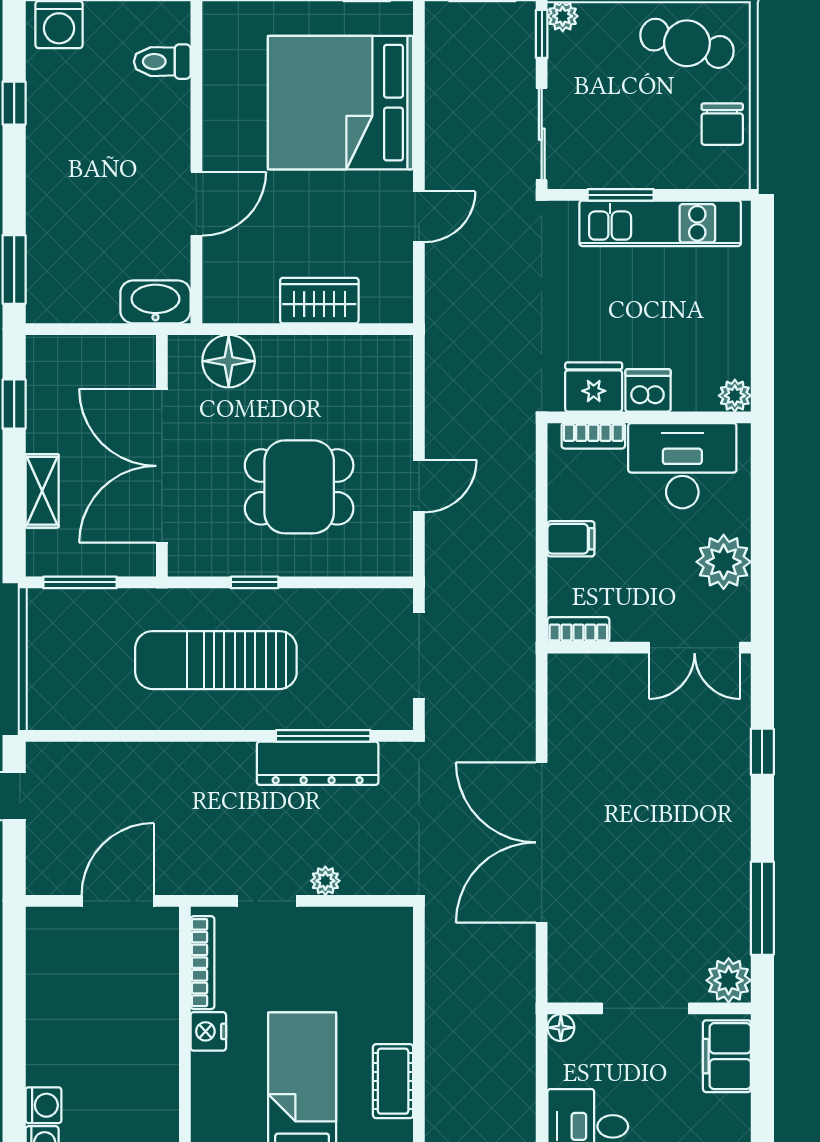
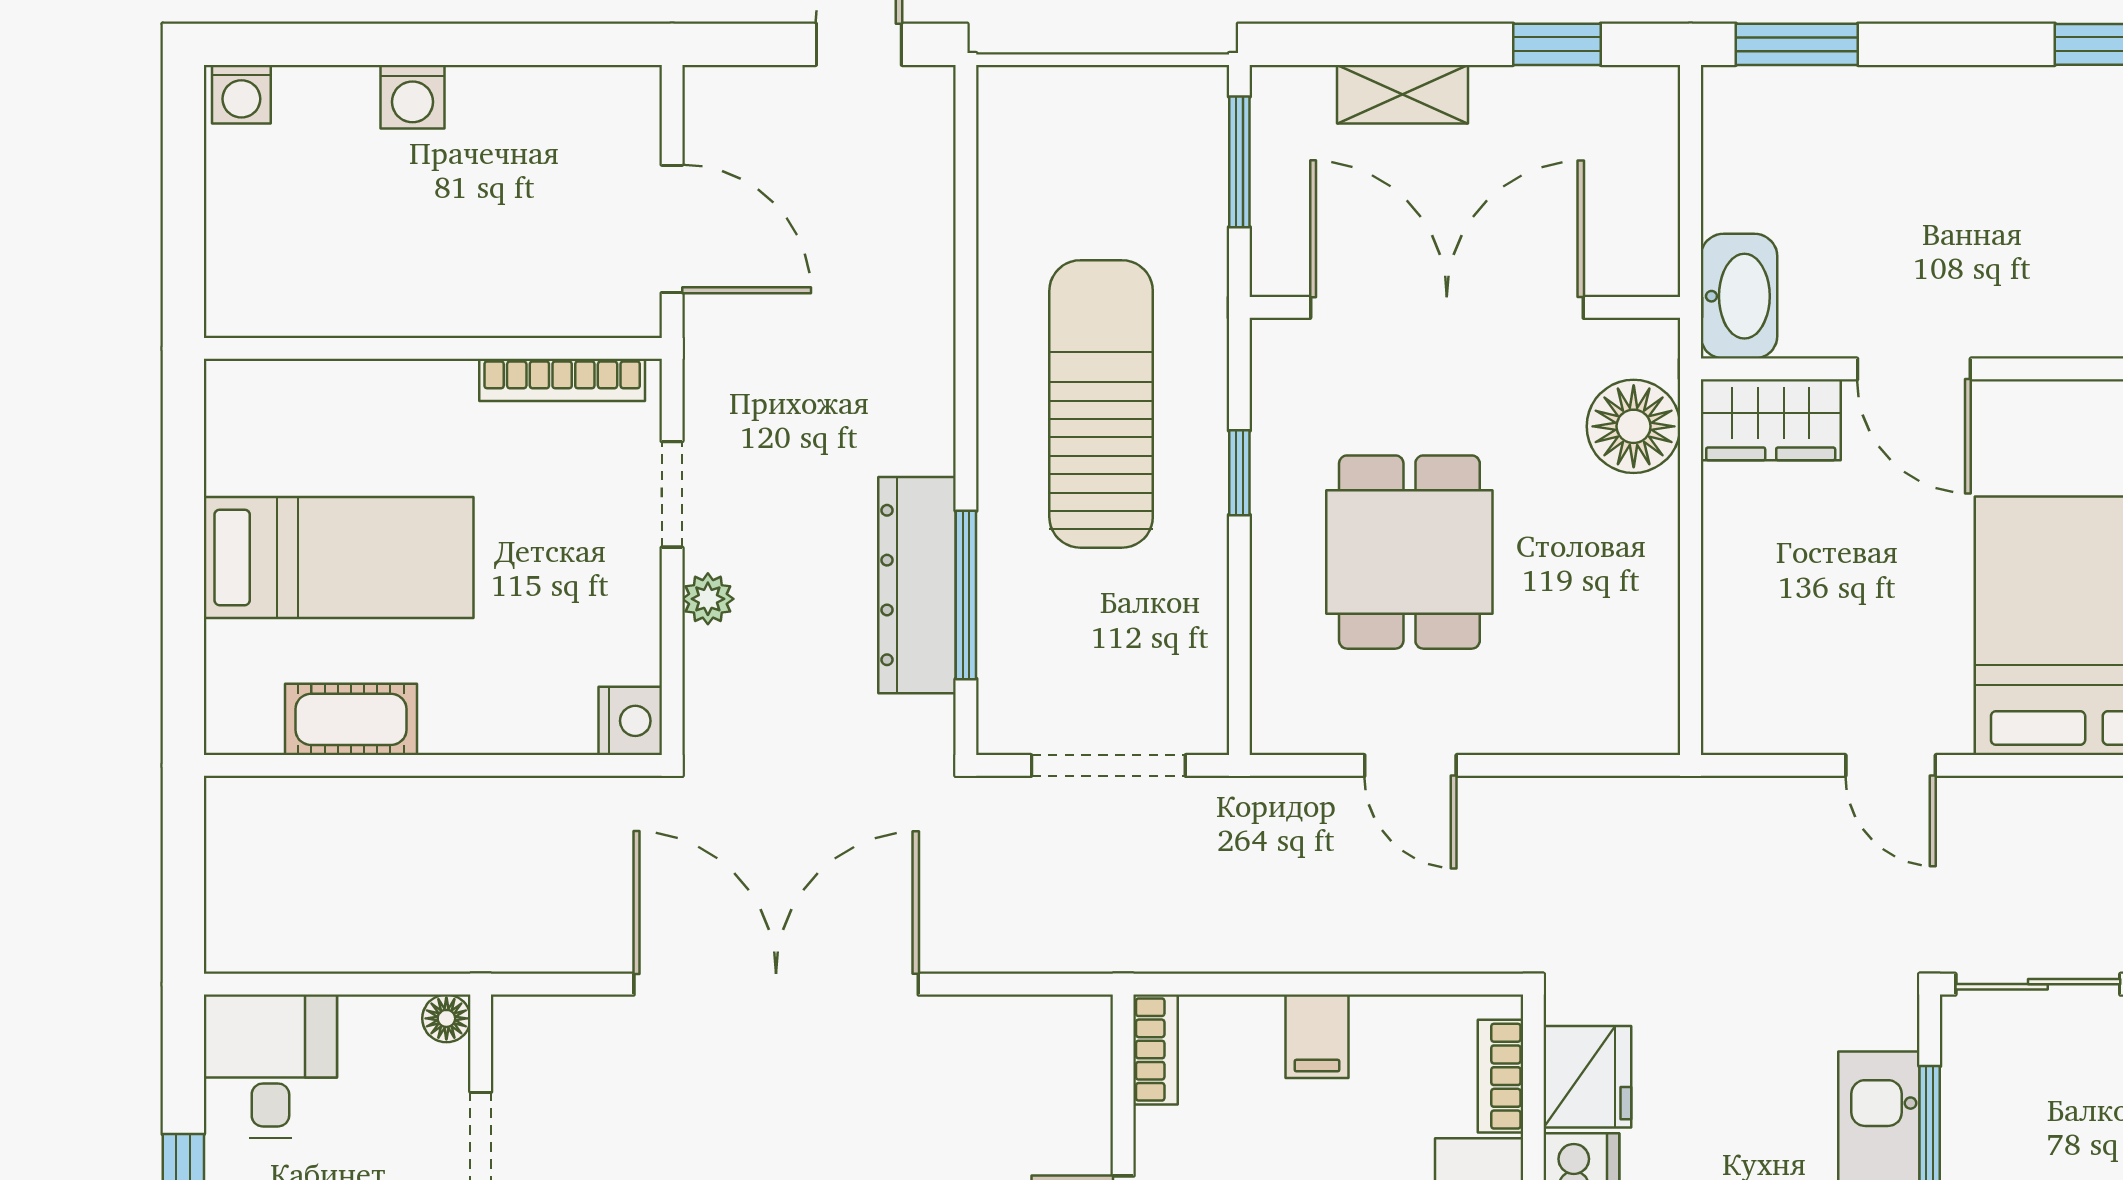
wardrobe: (319, 301) -> (1771, 420), moved, turned 90
nightstand: (208, 1031) -> (630, 721), moved, turned 90
washing machine: (43, 1105) -> (413, 97), moved

